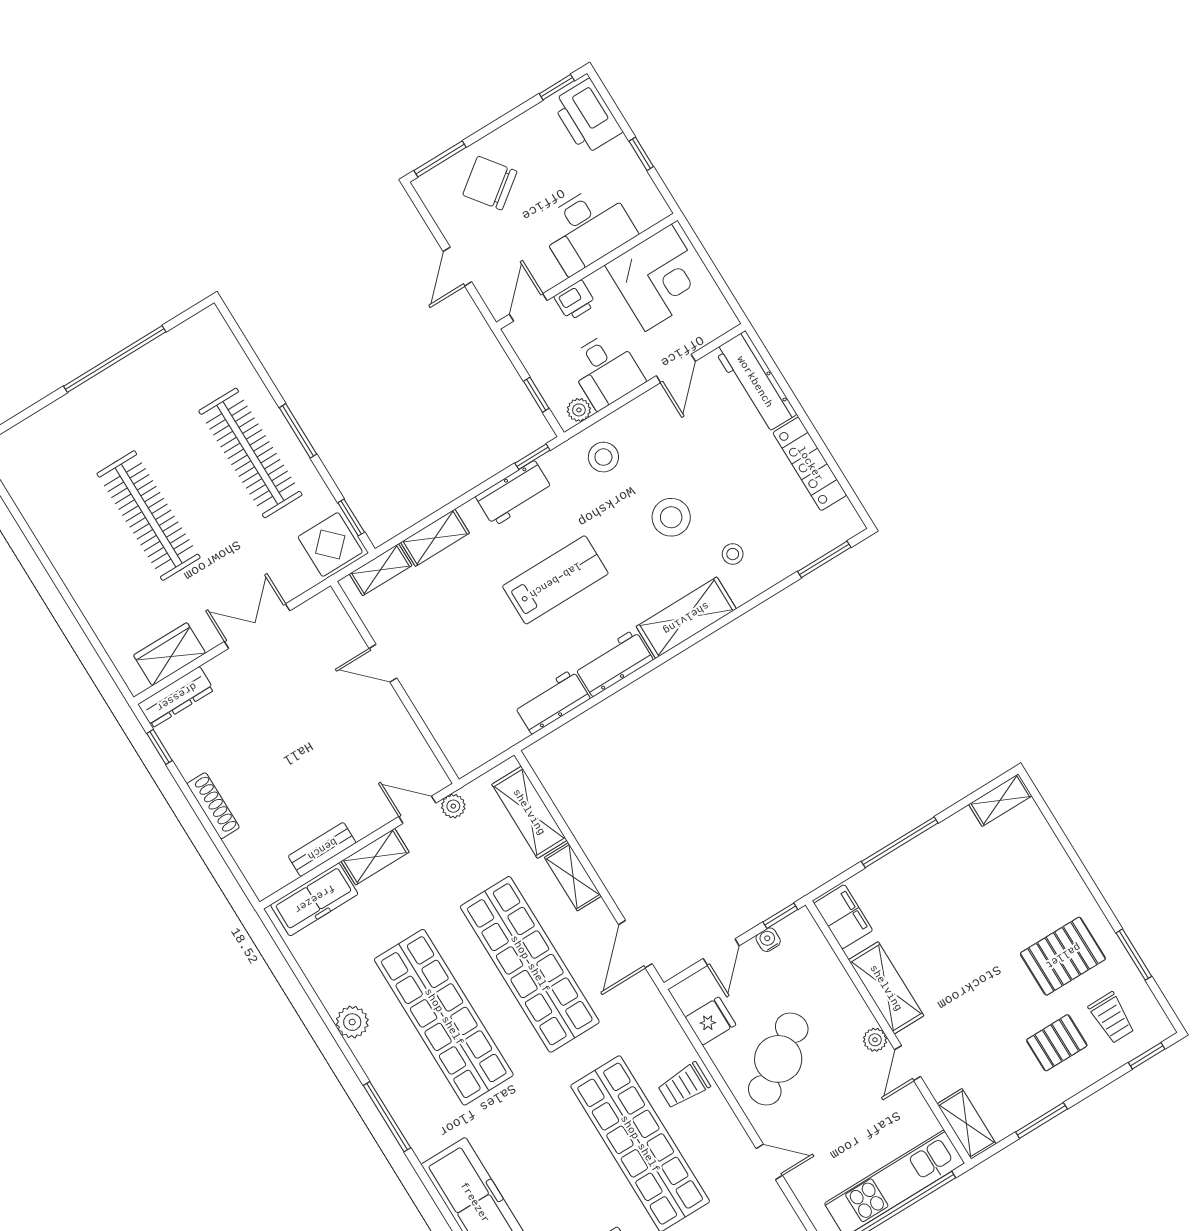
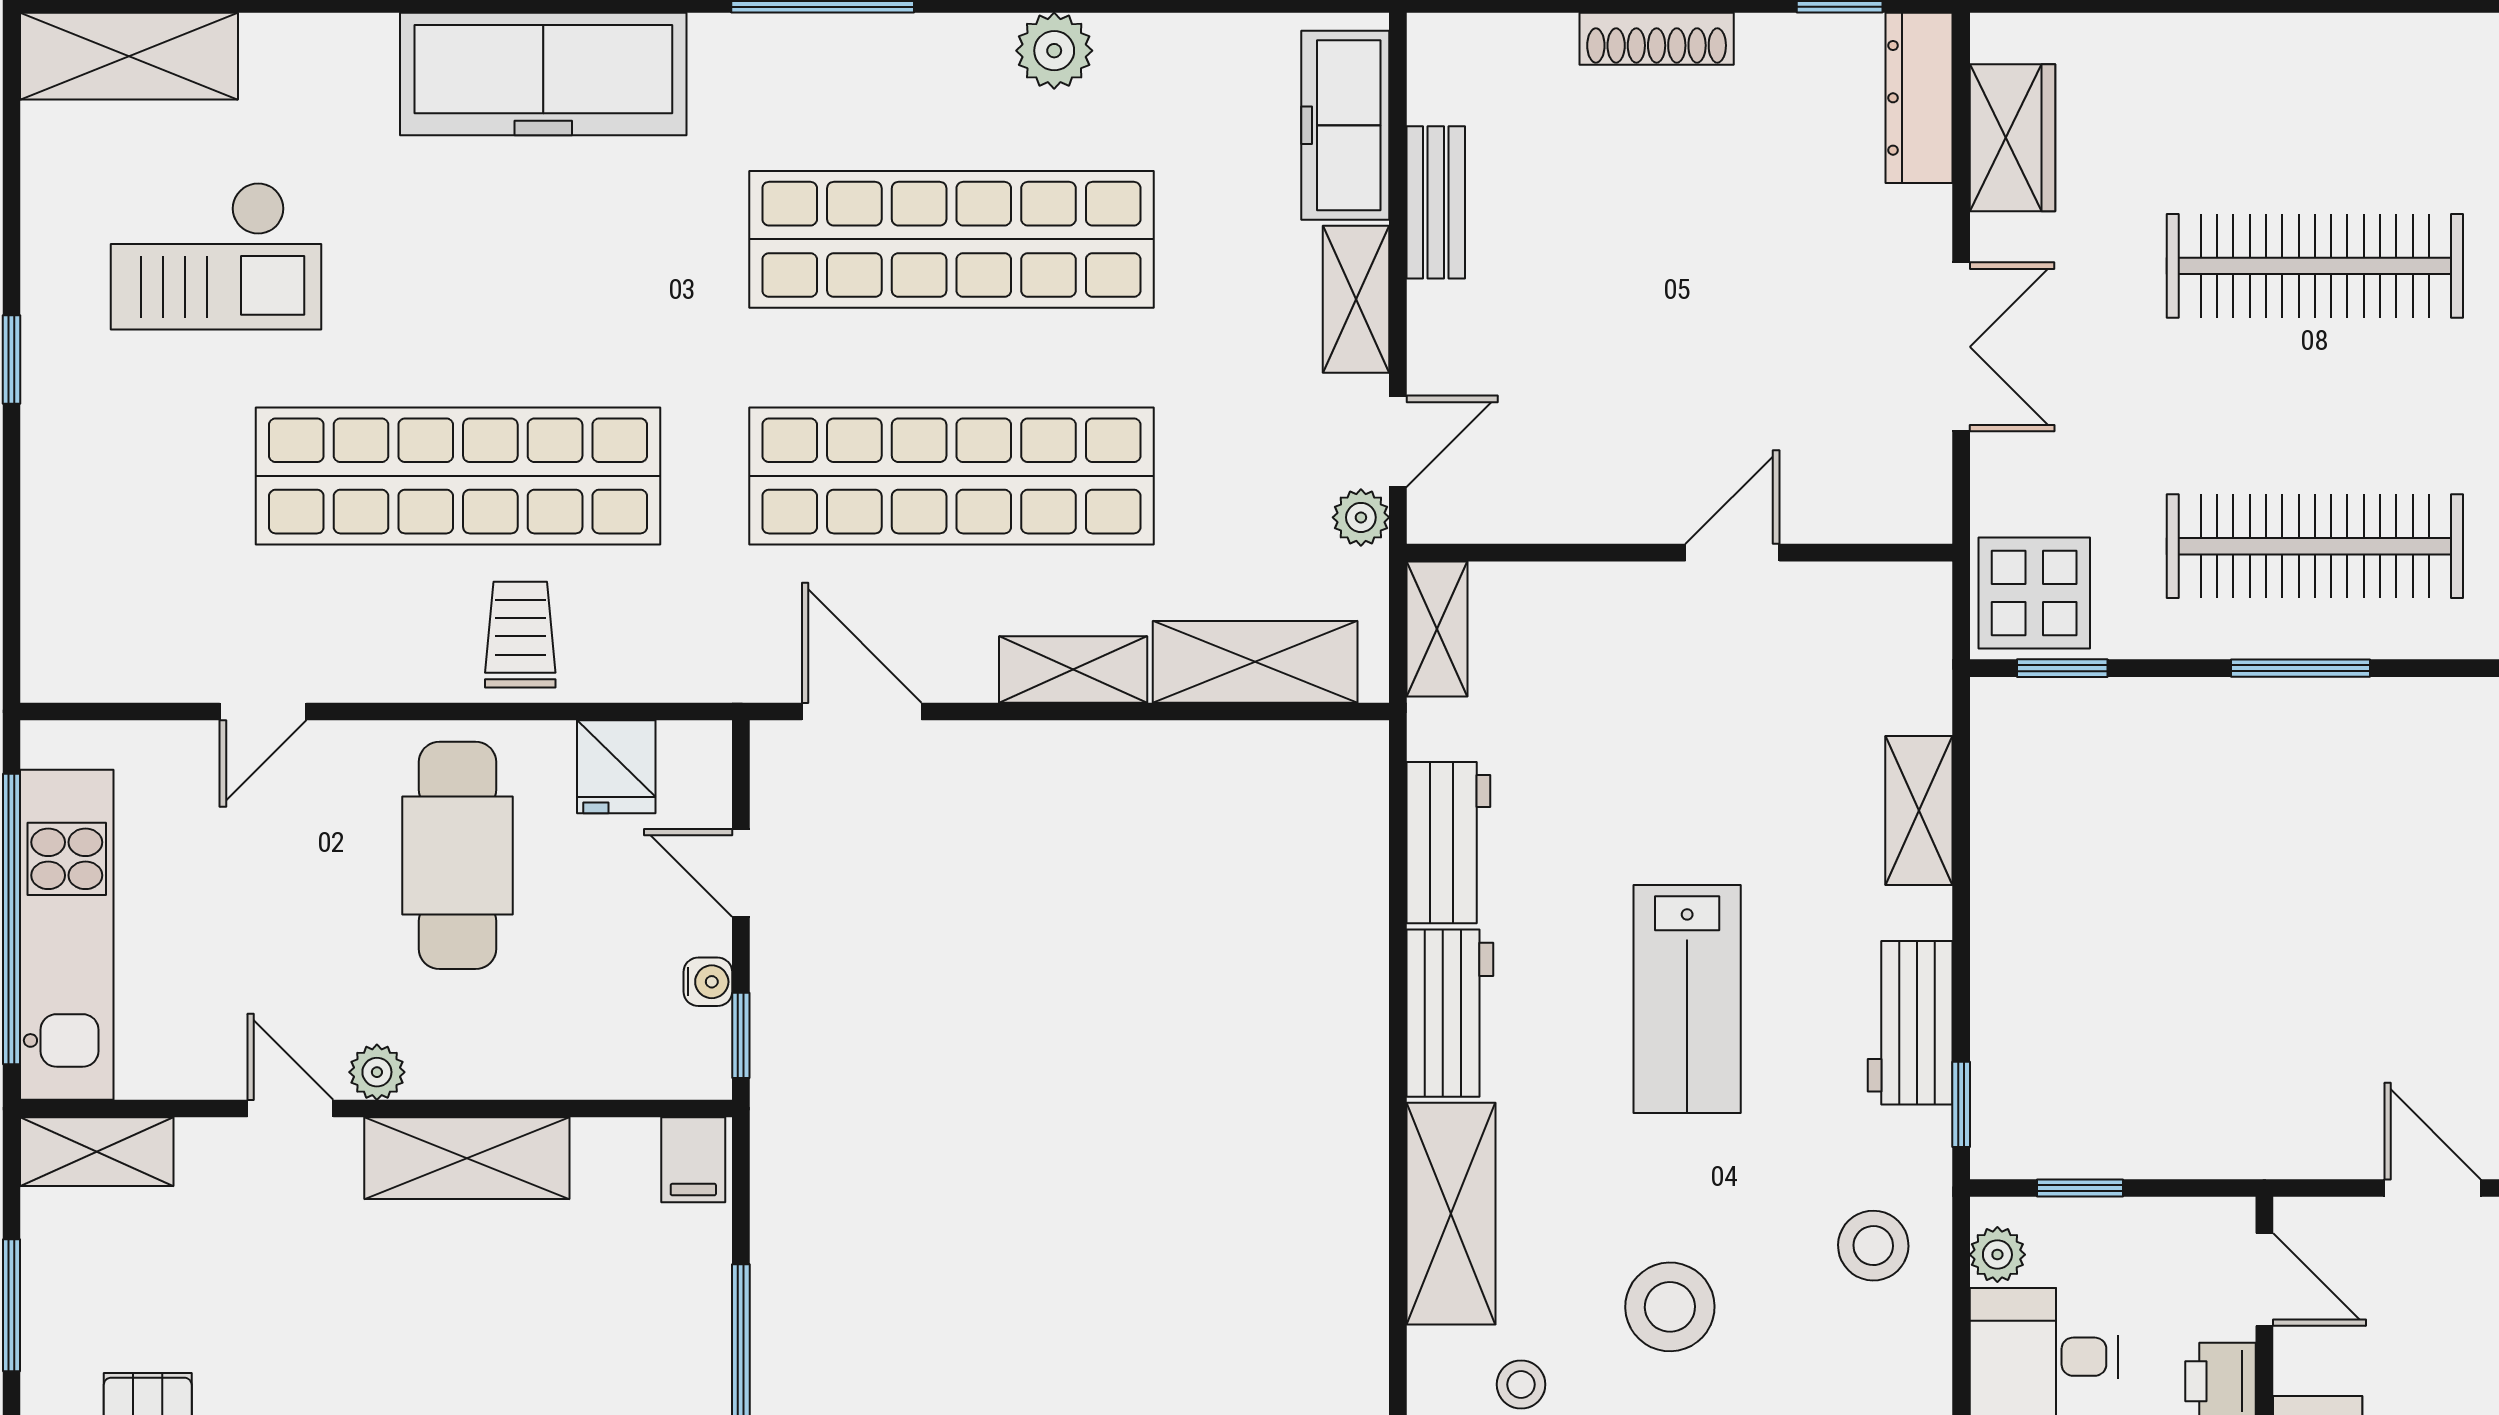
shelving: (381, 570) -> (1437, 629), moved
filing cabinet: (843, 917) -> (693, 1160), width x0.50
cafe table: (778, 1059) -> (457, 855), turned 35

